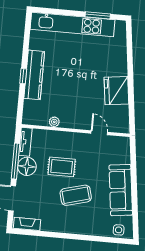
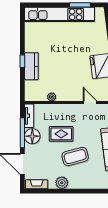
kitchen counter: (34, 75) -> (31, 66), width x0.67
plant: (57, 225) -> (62, 183), added

